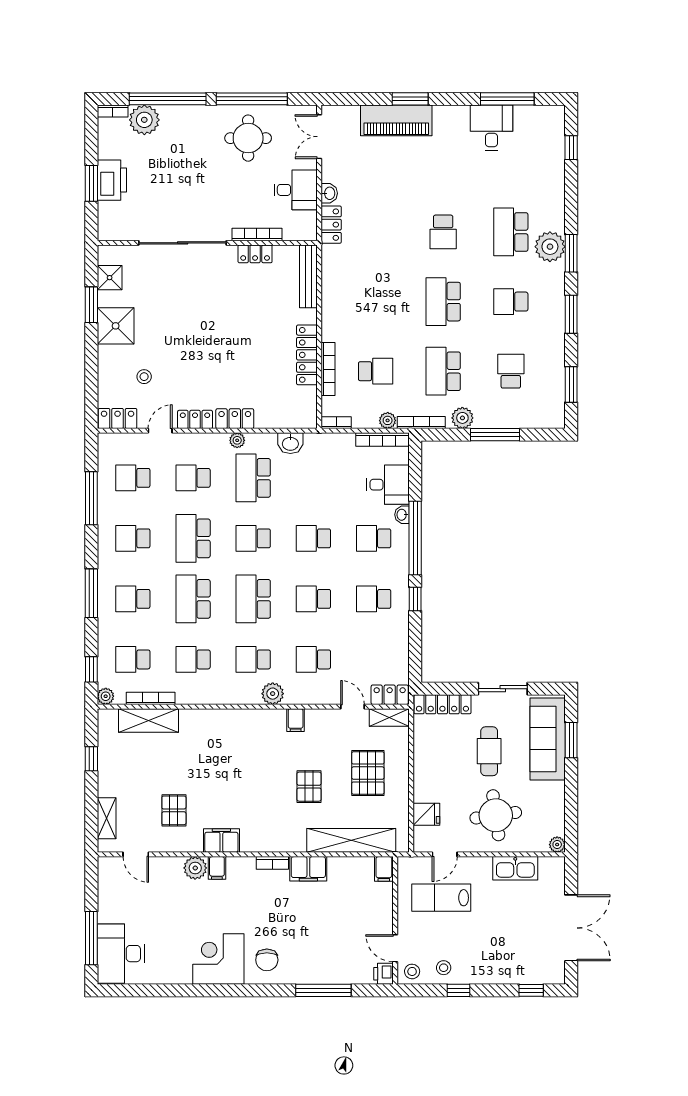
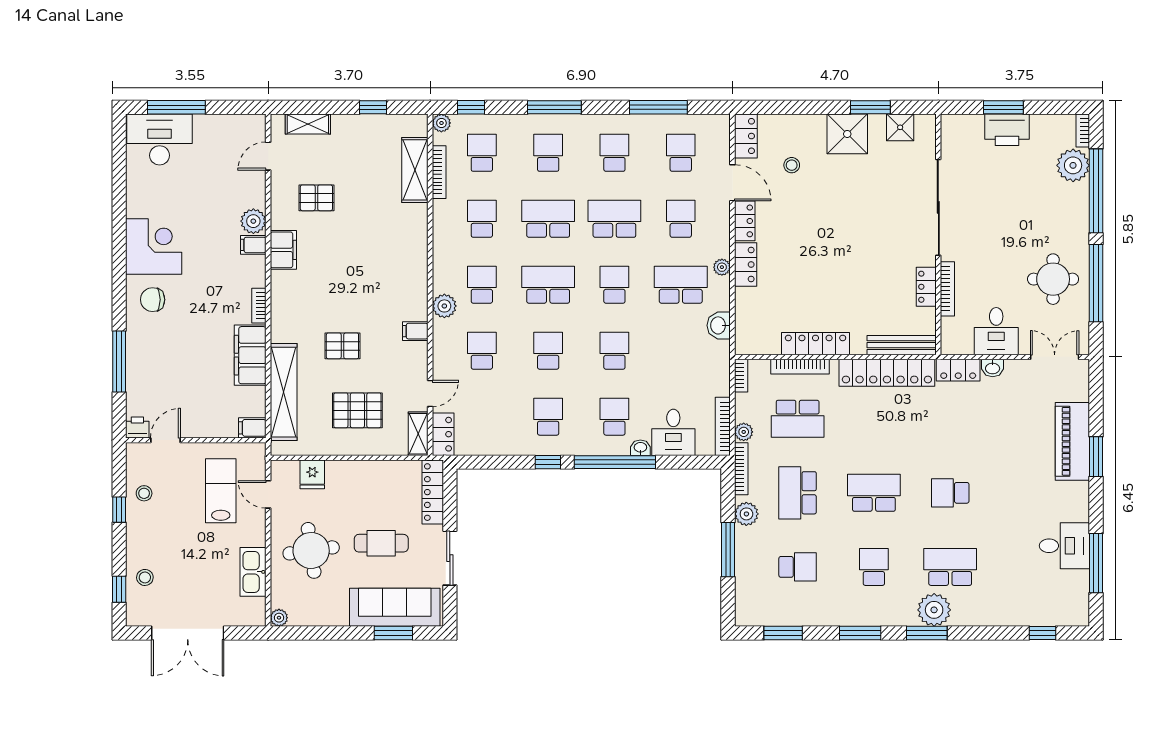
locker: (334, 290) -> (887, 373), added
school desk: (376, 371) -> (798, 419), width x1.85
school desk: (443, 371) -> (798, 493), turned -90
door: (160, 431) -> (732, 183), width x1.38
filing cabinet: (308, 869) -> (250, 355), width x1.50, depth x1.17
stool: (412, 971) -> (145, 577), moved

